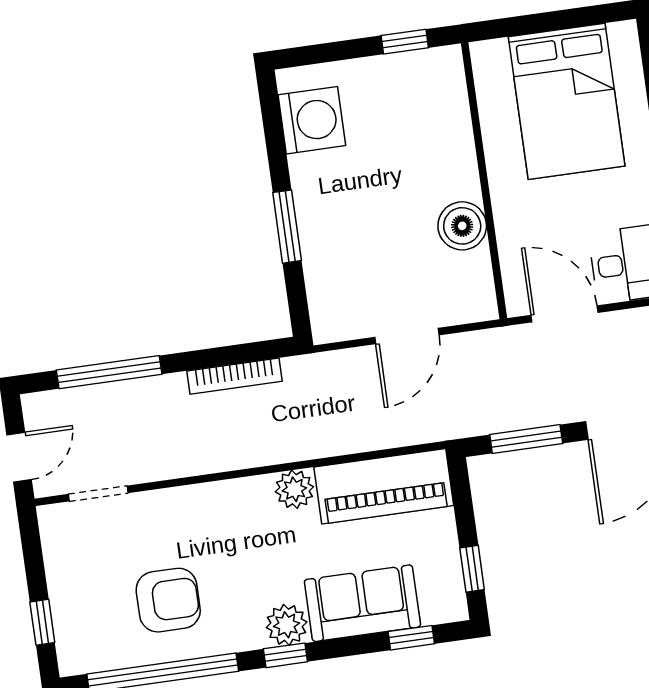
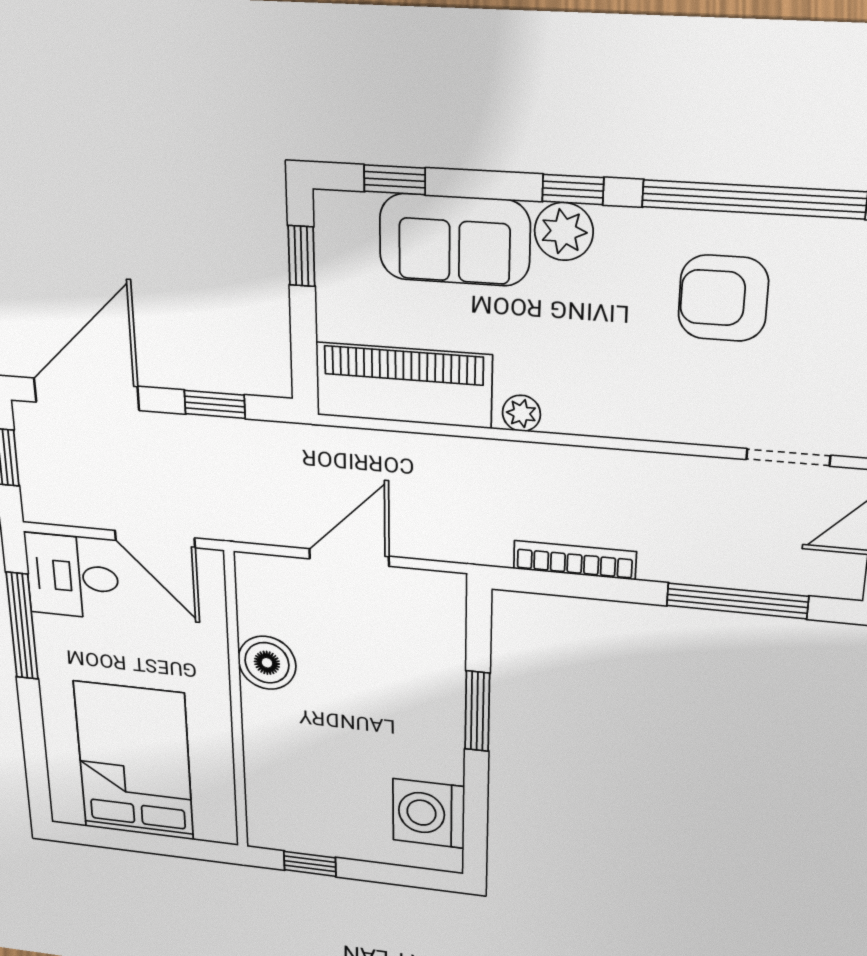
window: (526, 439) -> (215, 404), width x0.67
plant: (294, 489) -> (521, 413), width x0.73, depth x0.73

